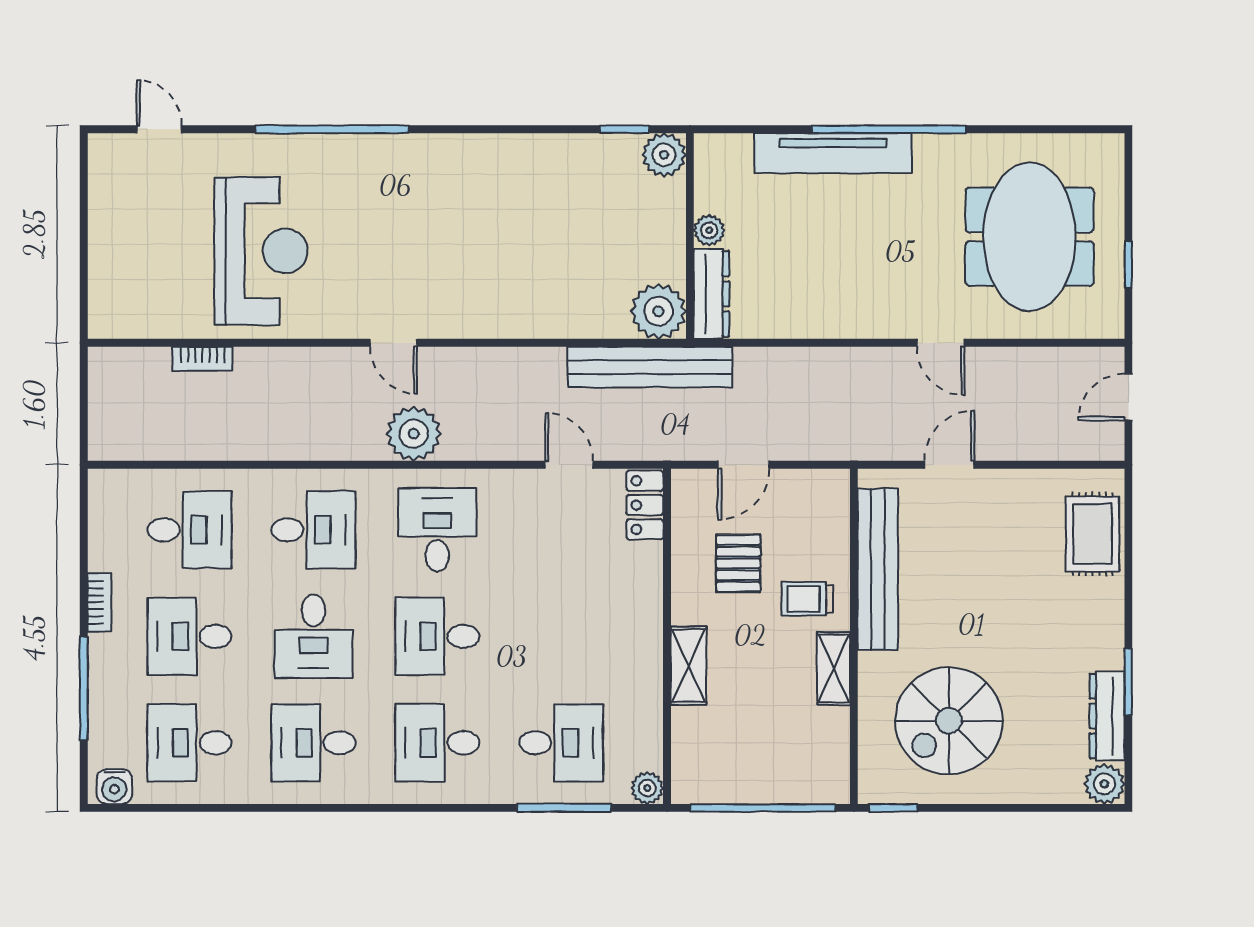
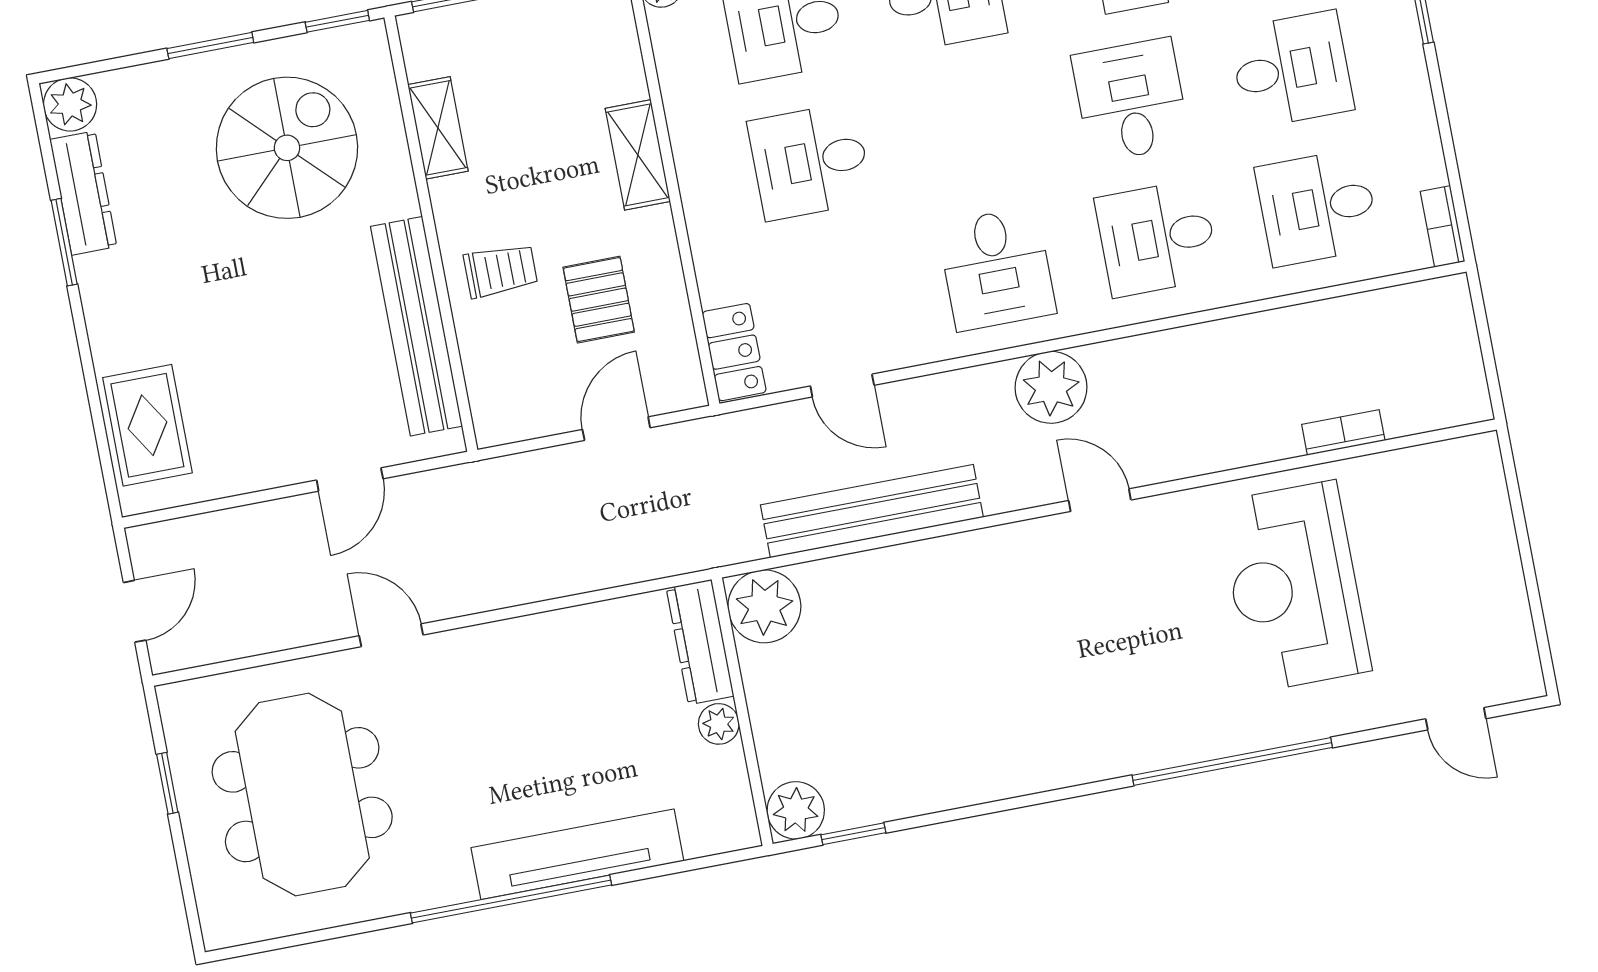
bench: (650, 367) -> (872, 511), moved
bookcase: (99, 602) -> (1442, 227), moved
desk: (437, 636) -> (810, 161), moved, turned 180
shelving: (834, 668) -> (438, 128), moved
window: (991, 808) -> (210, 45), added

